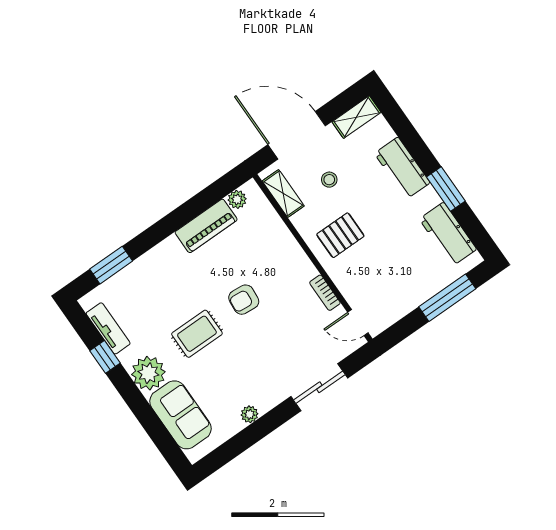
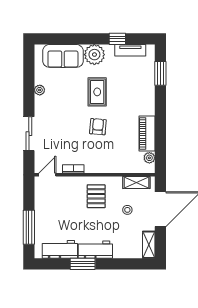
workbench: (402, 168) -> (95, 250), moved

